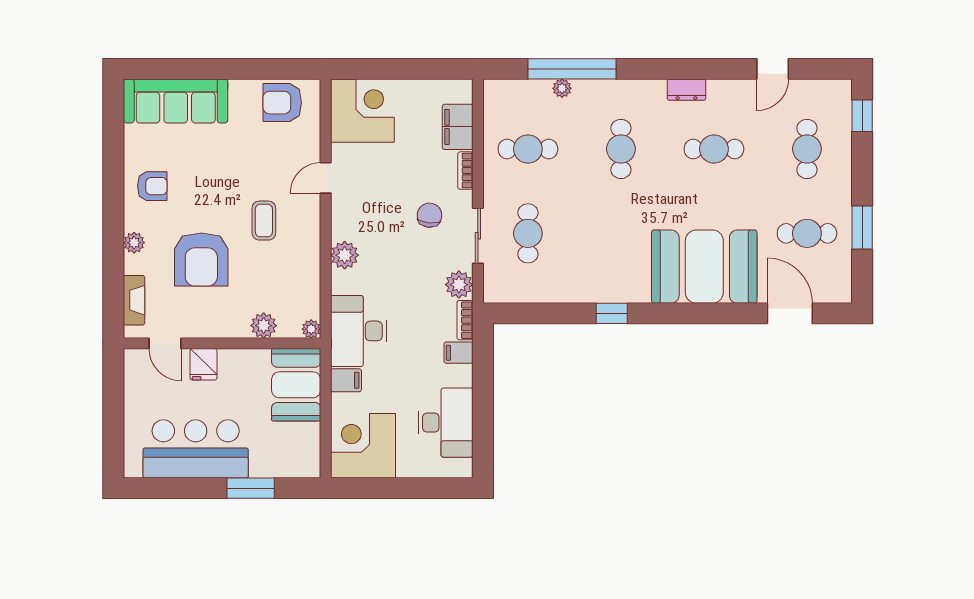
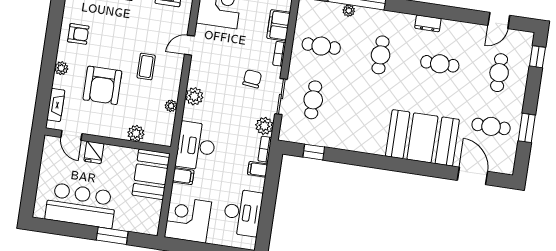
door: (773, 69) -> (499, 20), moved
window: (612, 313) -> (314, 152), moved
plant: (311, 329) -> (171, 106), moved

